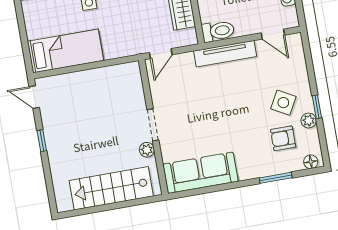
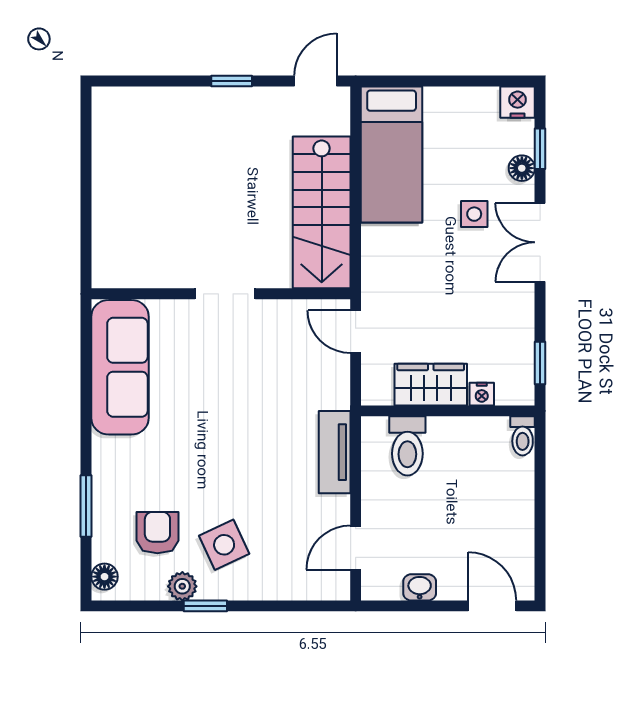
toilet: (218, 31) -> (407, 446), moved
tv unit: (225, 54) -> (335, 452), width x0.71
side table: (283, 103) -> (224, 545), turned 36
plant: (147, 150) -> (180, 274), removed
stairs: (111, 188) -> (322, 212), moved, turned 180

